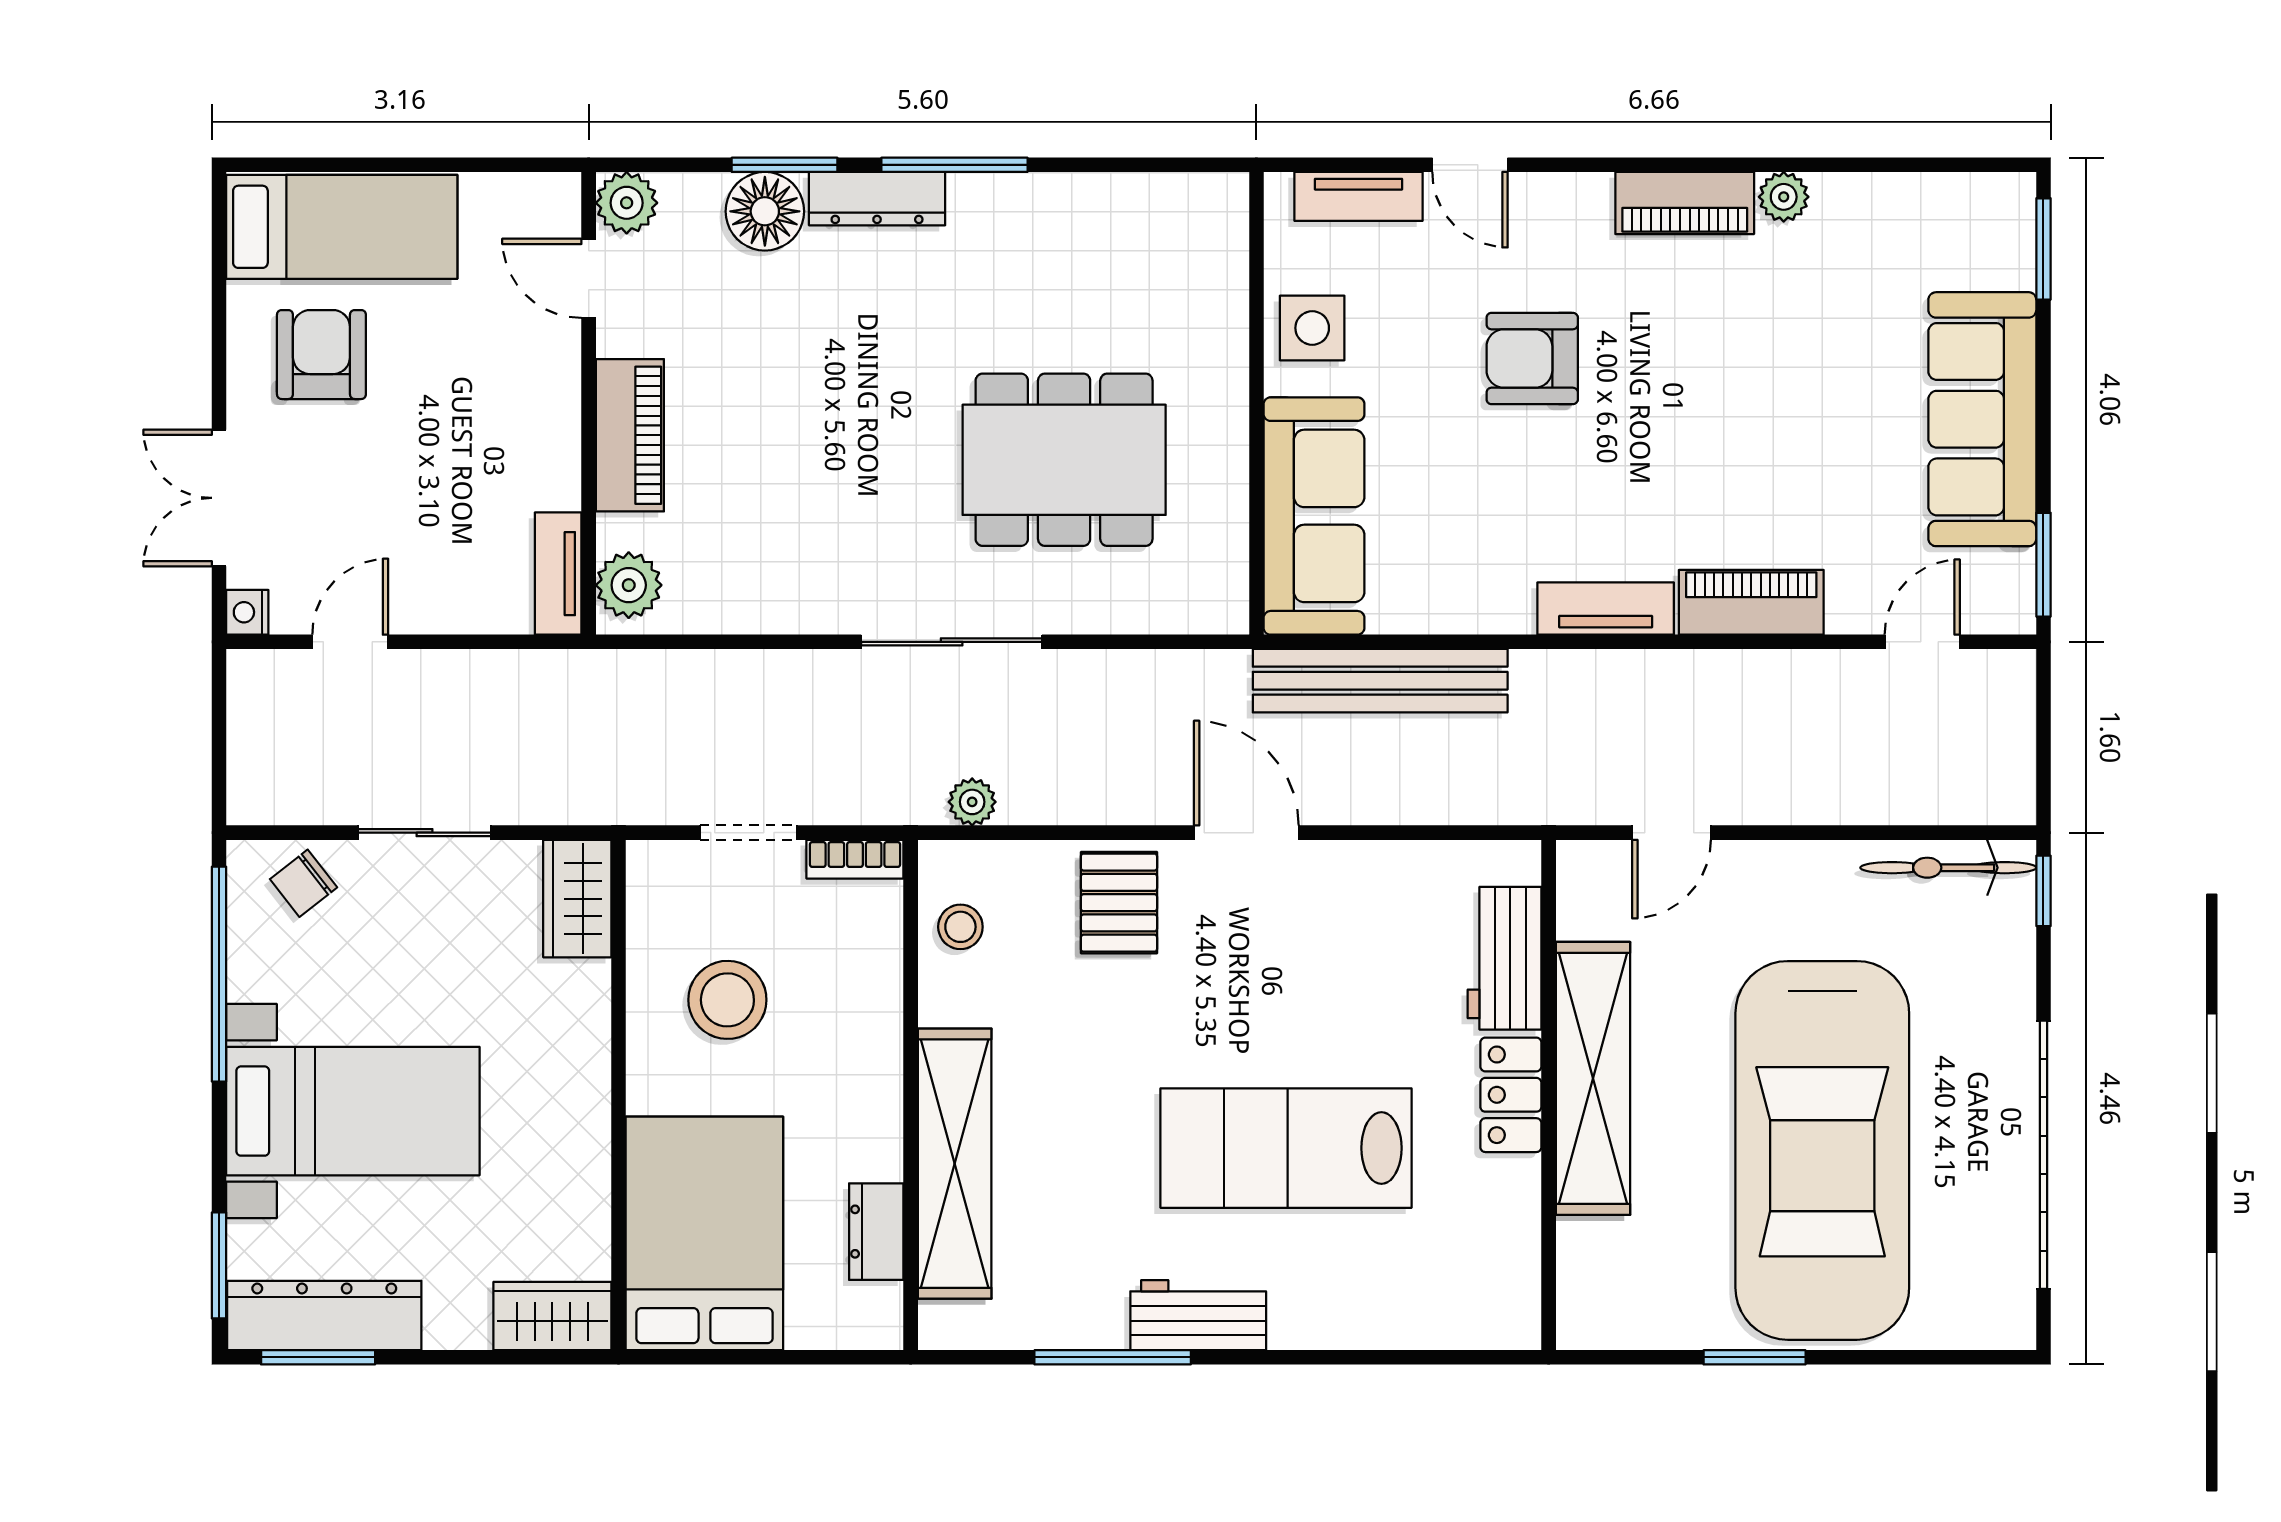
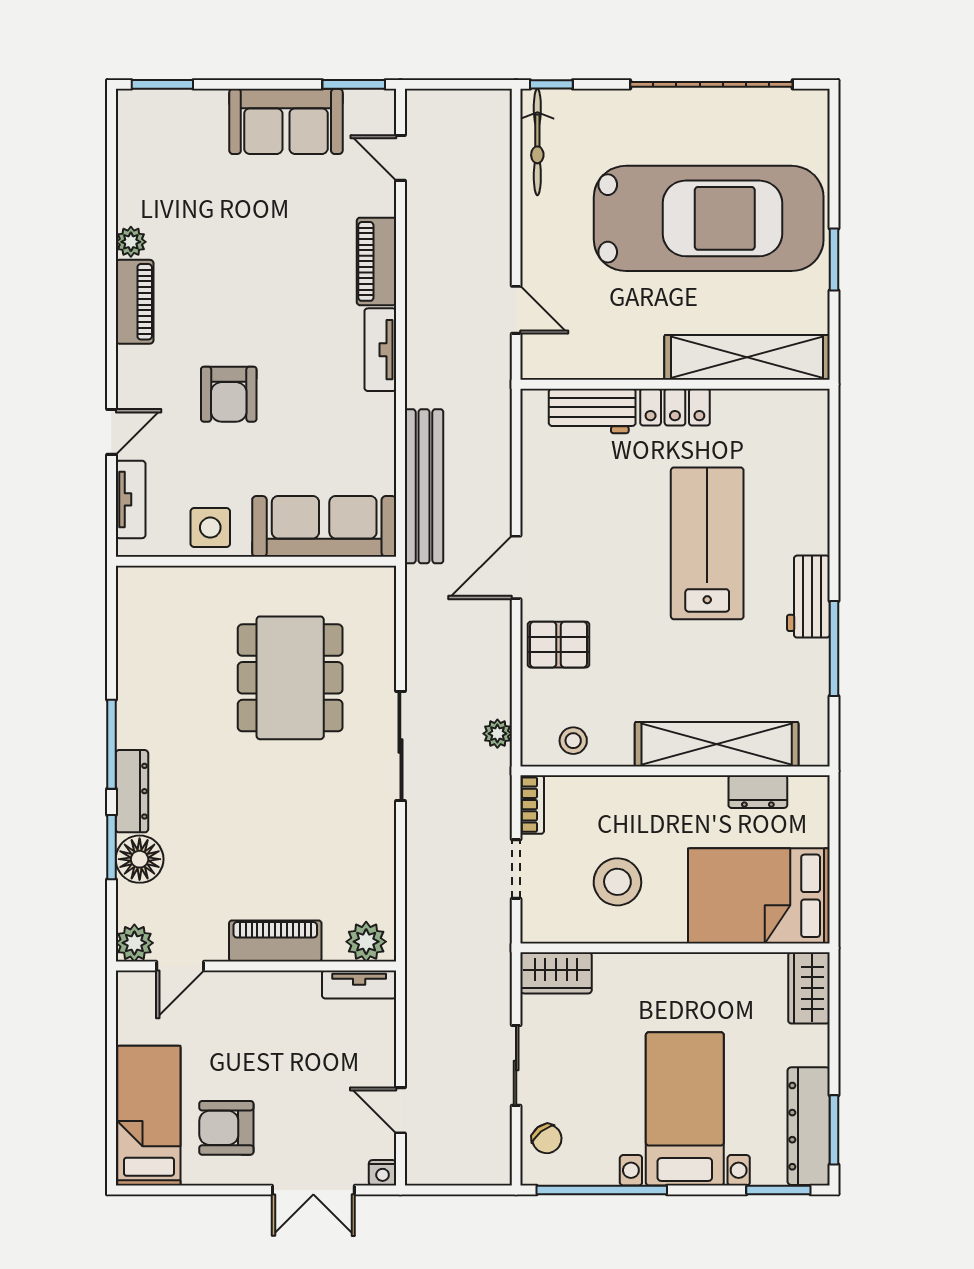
sofa: (1982, 419) -> (286, 121), width x0.73
shelving: (1593, 1078) -> (747, 357), moved
lab bench: (1286, 1148) -> (707, 543), turned 180

